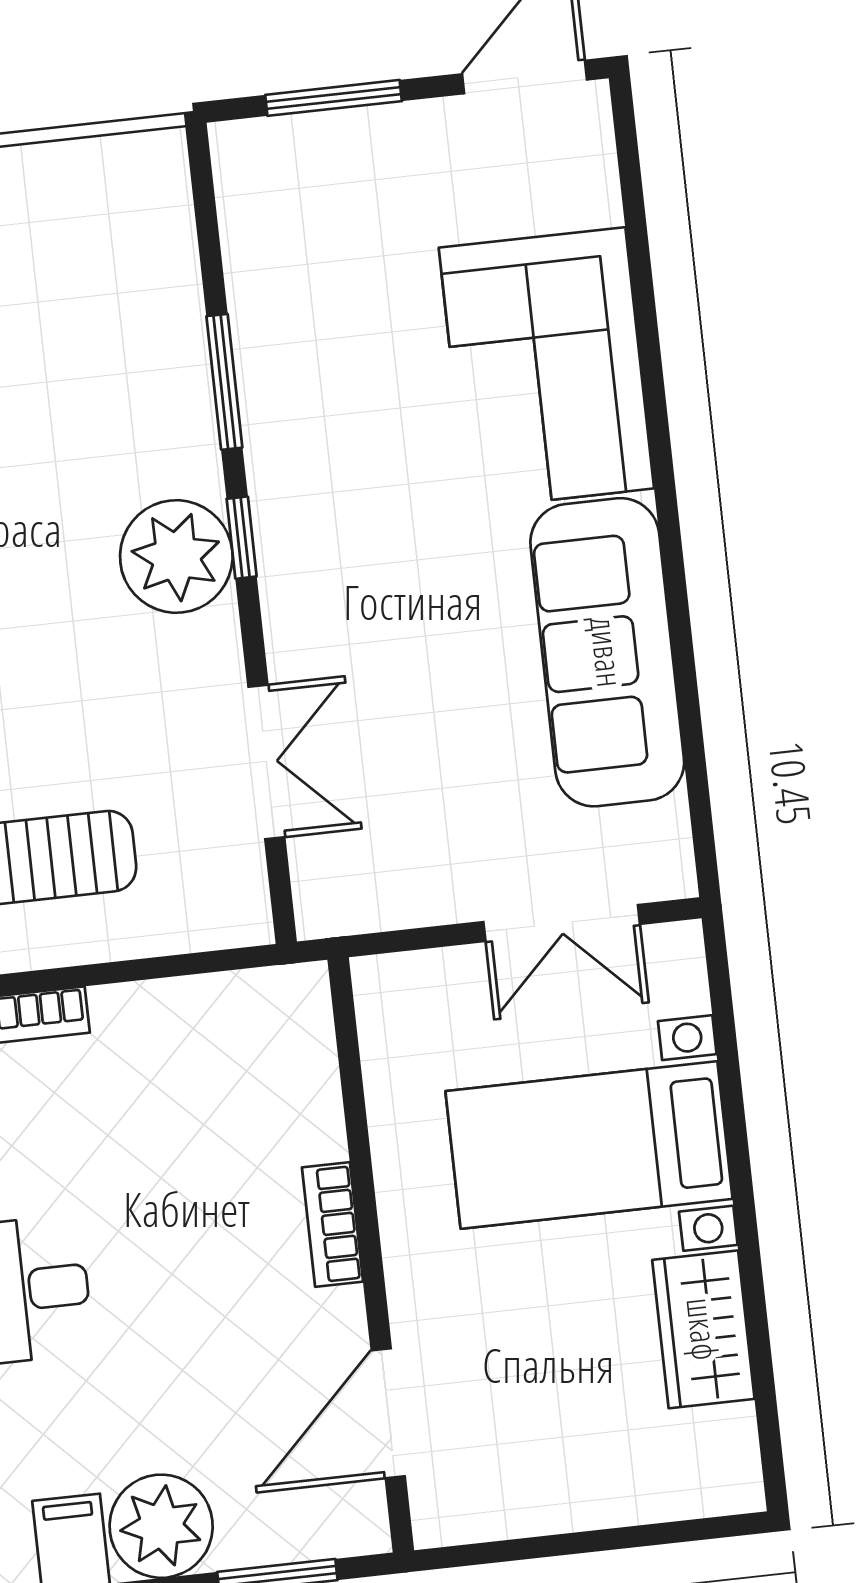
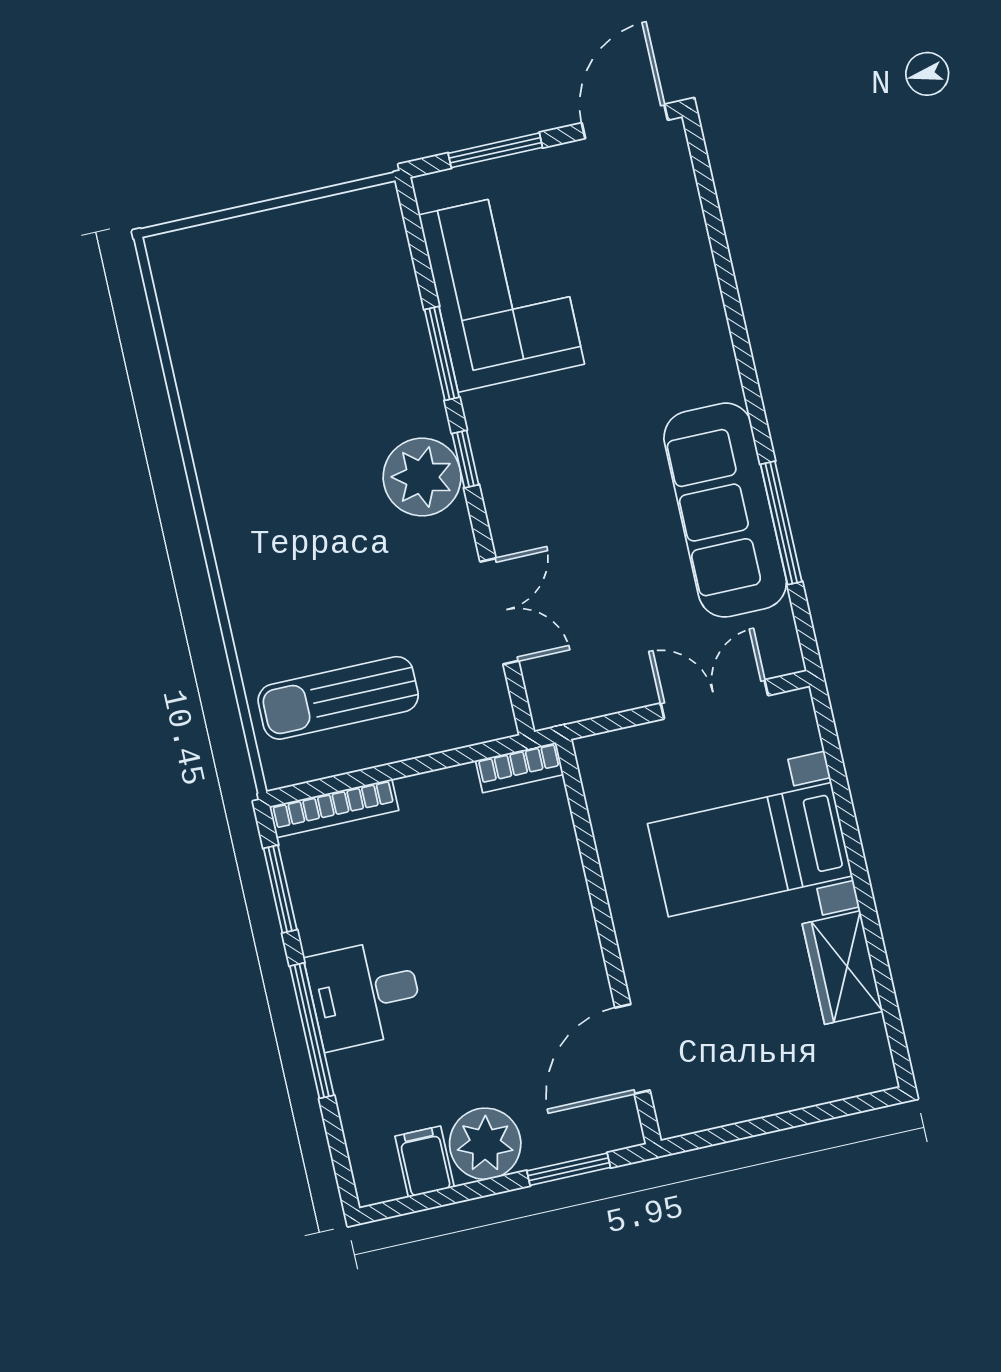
corner sofa: (546, 368) -> (502, 289), moved, turned 180
window: (686, 680) -> (781, 523), added
double door: (562, 923) -> (714, 699), swing flipped
bookcase: (332, 1225) -> (519, 768), moved, turned -90

